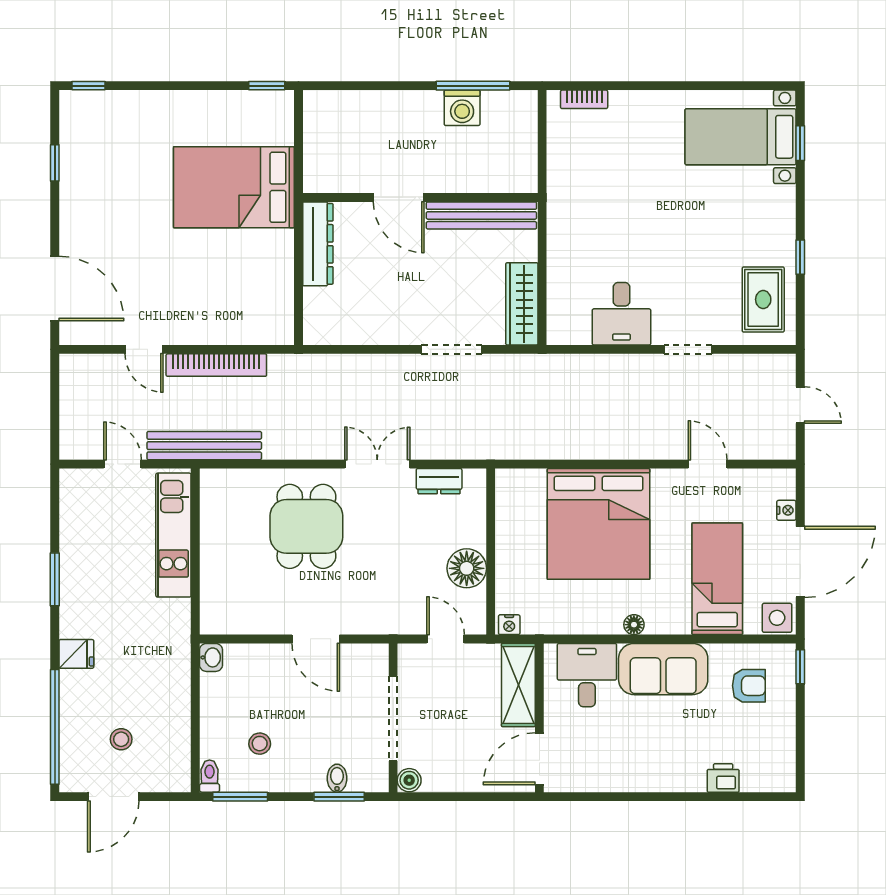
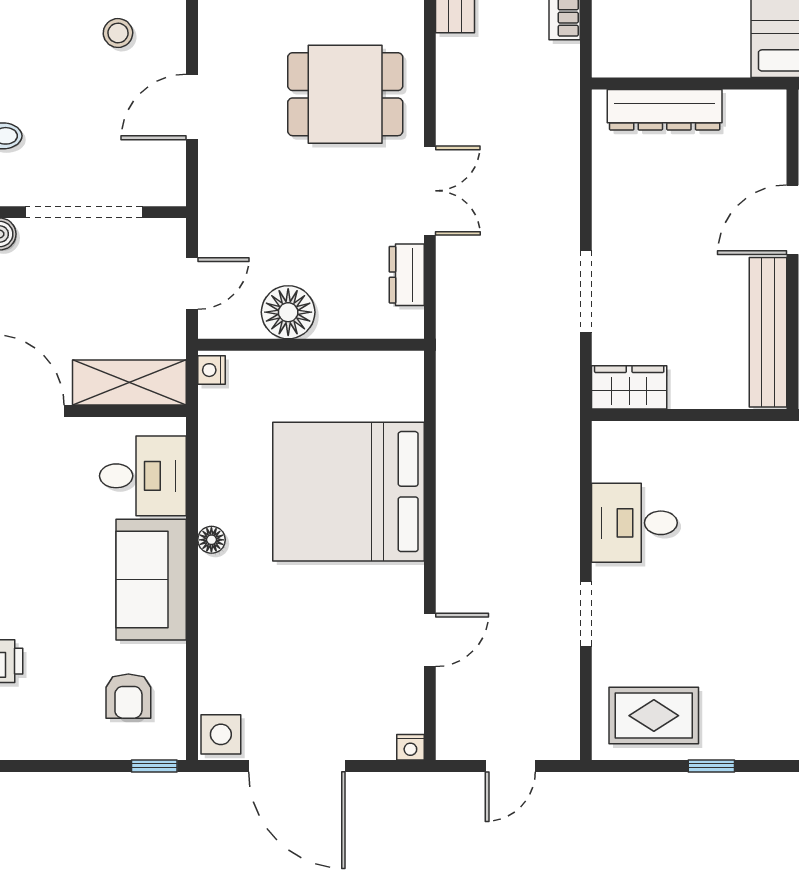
dresser: (318, 244) -> (665, 110), moved
wardrobe: (522, 304) -> (629, 387), width x0.67
nightstand: (786, 510) -> (410, 747), moved
bed: (717, 579) -> (274, 653), removed
stool: (260, 744) -> (118, 33), moved

